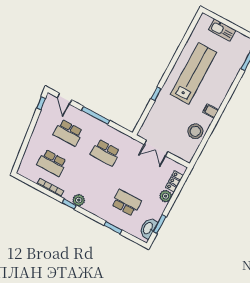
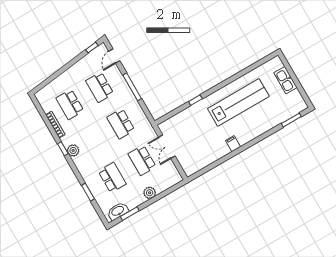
stool: (195, 131) -> (209, 153), removed
school desk: (142, 173) -> (142, 160), added
locker: (174, 181) -> (165, 185), removed

